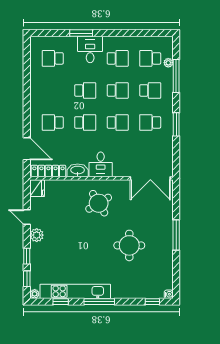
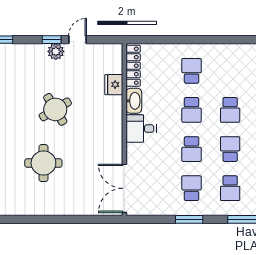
school desk: (118, 90) -> (230, 149), turned 180
door: (27, 149) -> (160, 40), removed
fridge: (37, 188) -> (114, 85), moved, turned 90
round table: (99, 203) -> (55, 109), moved
window: (176, 235) -> (56, 219), removed
window: (27, 256) -> (52, 40), moved

